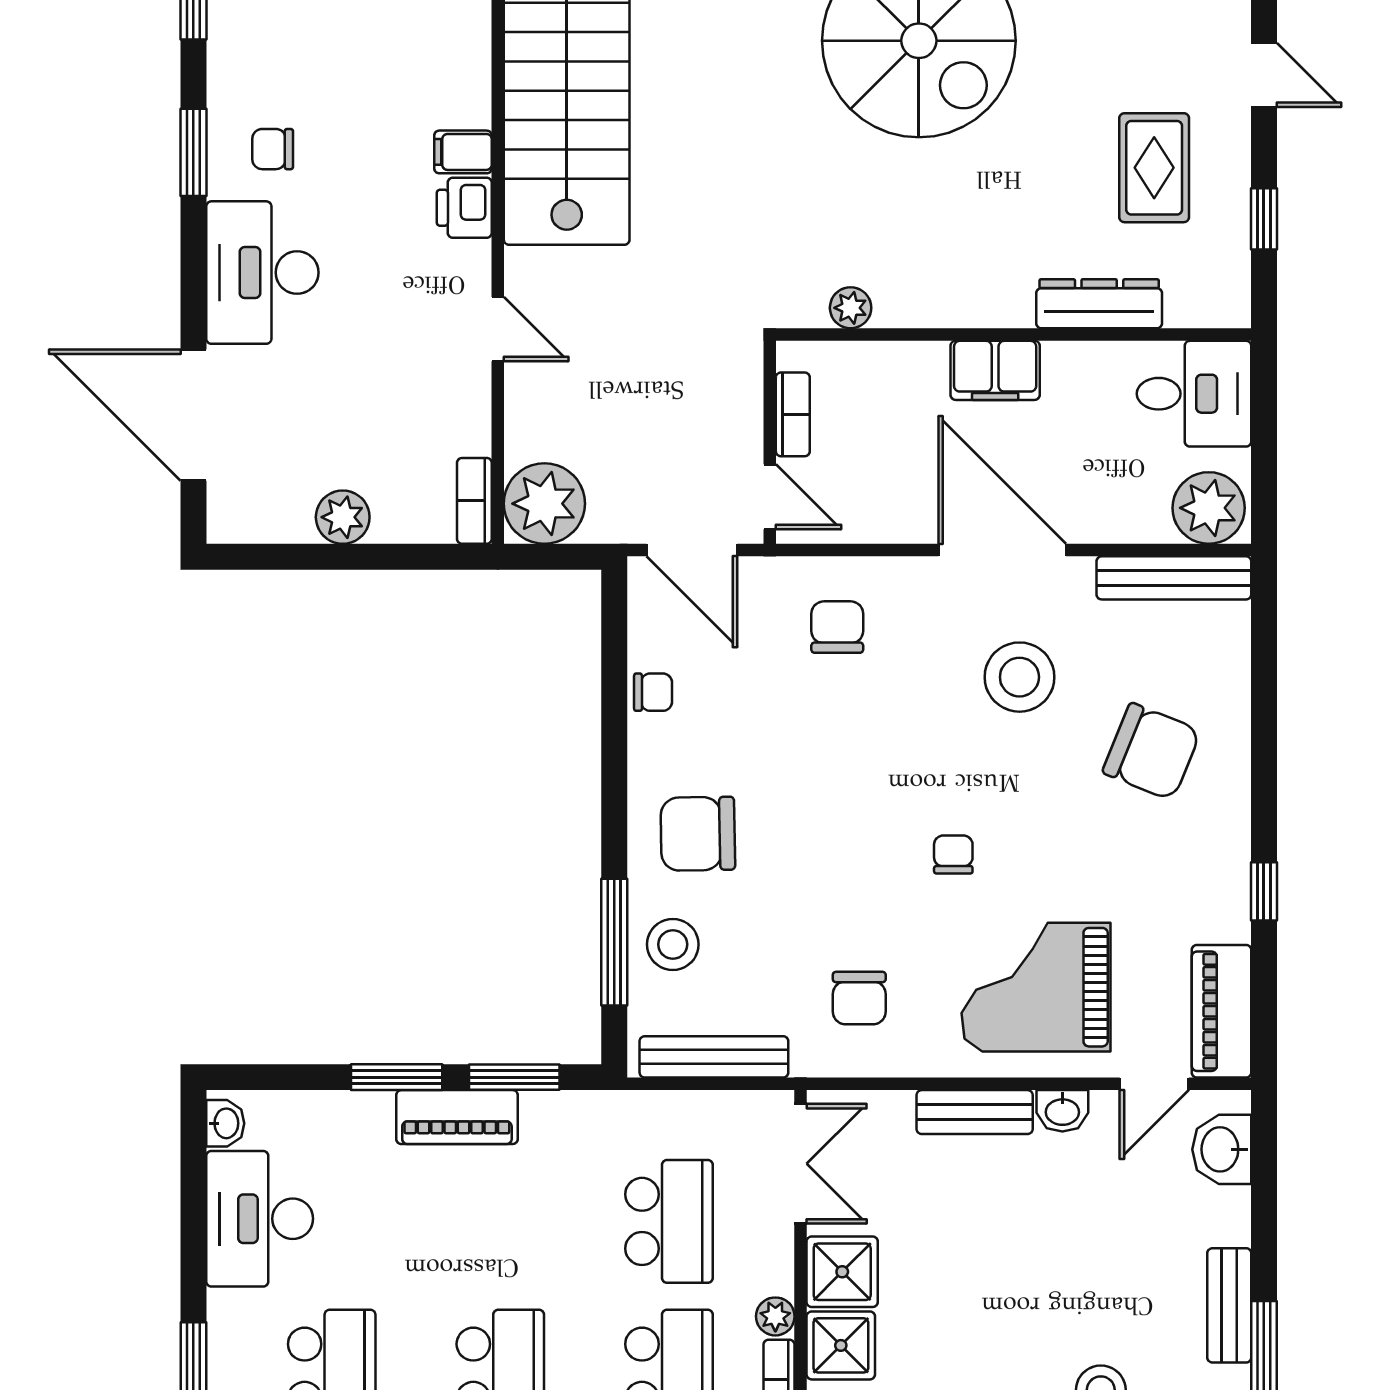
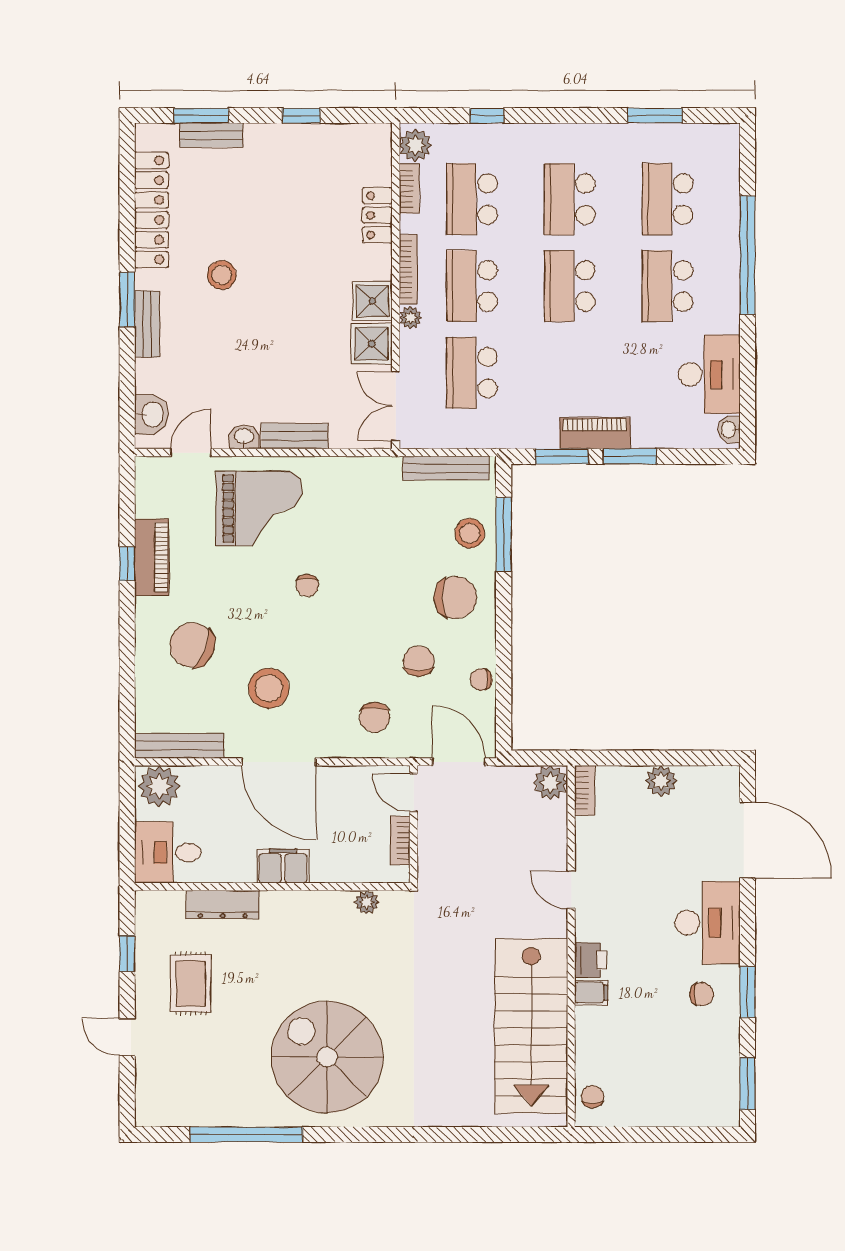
plant: (544, 504) -> (550, 783), width x0.73, depth x0.73
chair: (859, 998) -> (419, 661), moved
piano: (1221, 1011) -> (152, 557), moved

